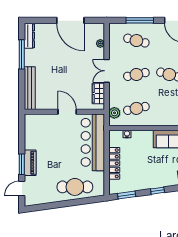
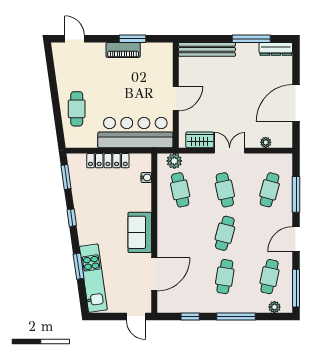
piano: (30, 163) -> (123, 50), moved
window: (22, 164) -> (133, 39), moved
cafe table: (75, 187) -> (77, 109), width x0.73, depth x0.74

